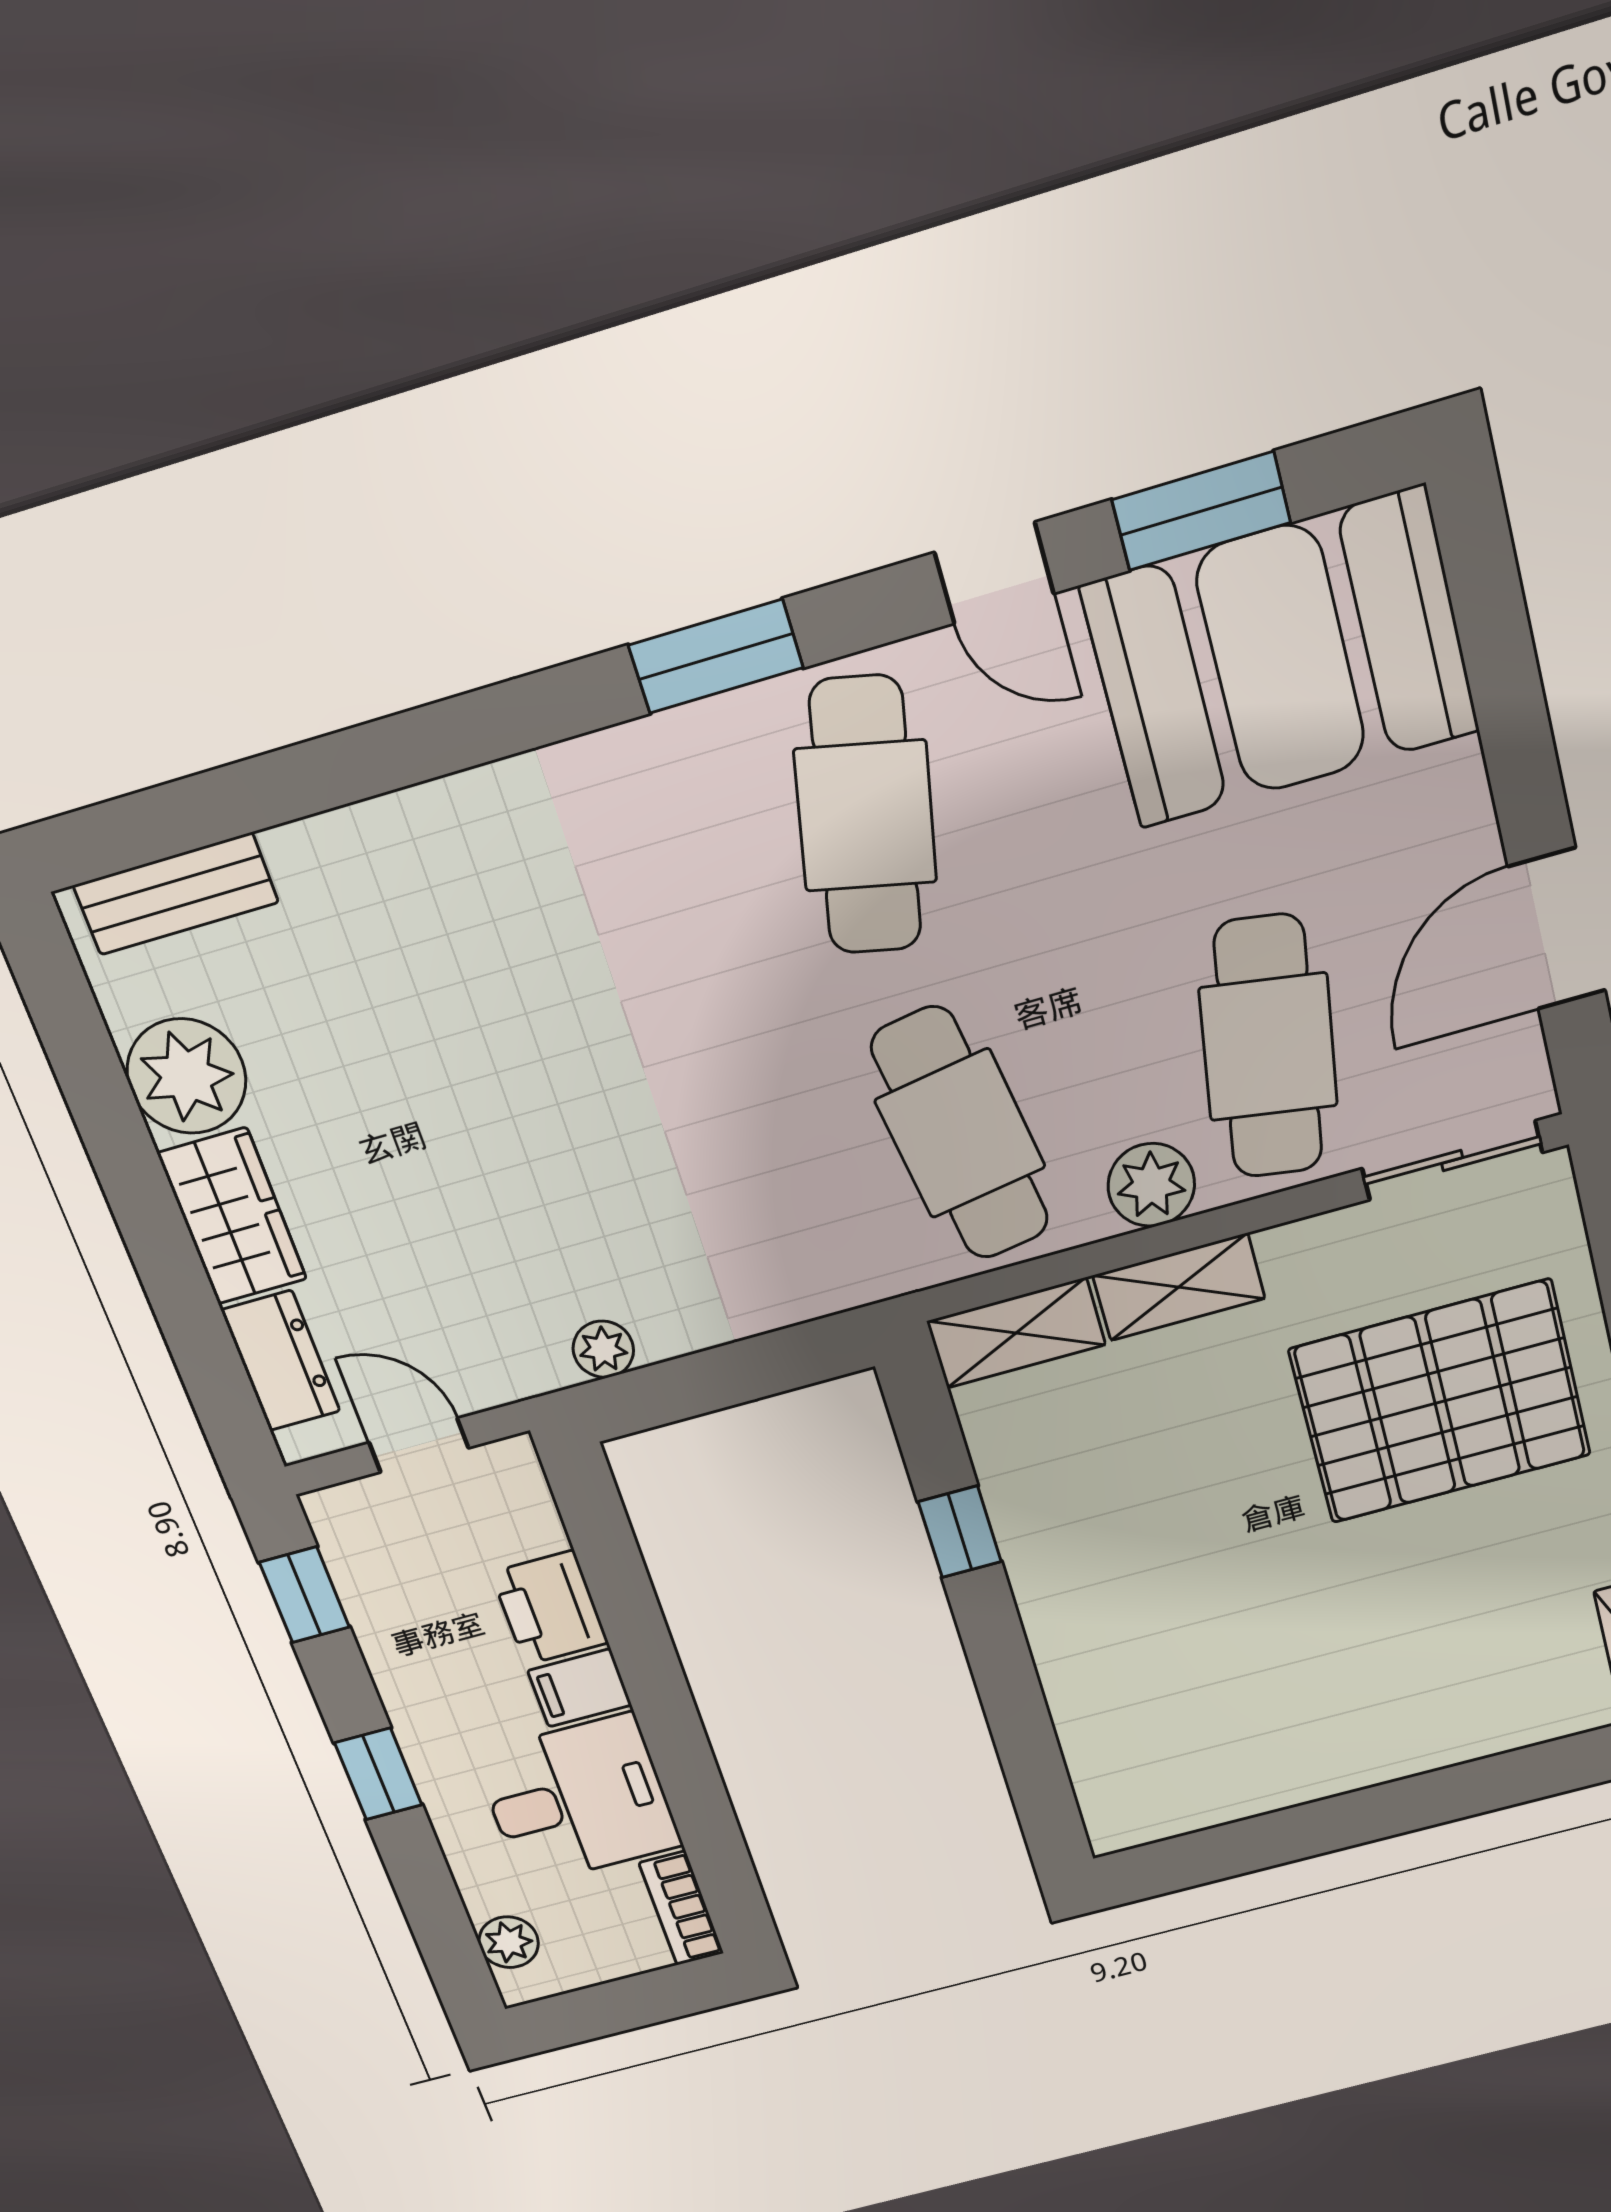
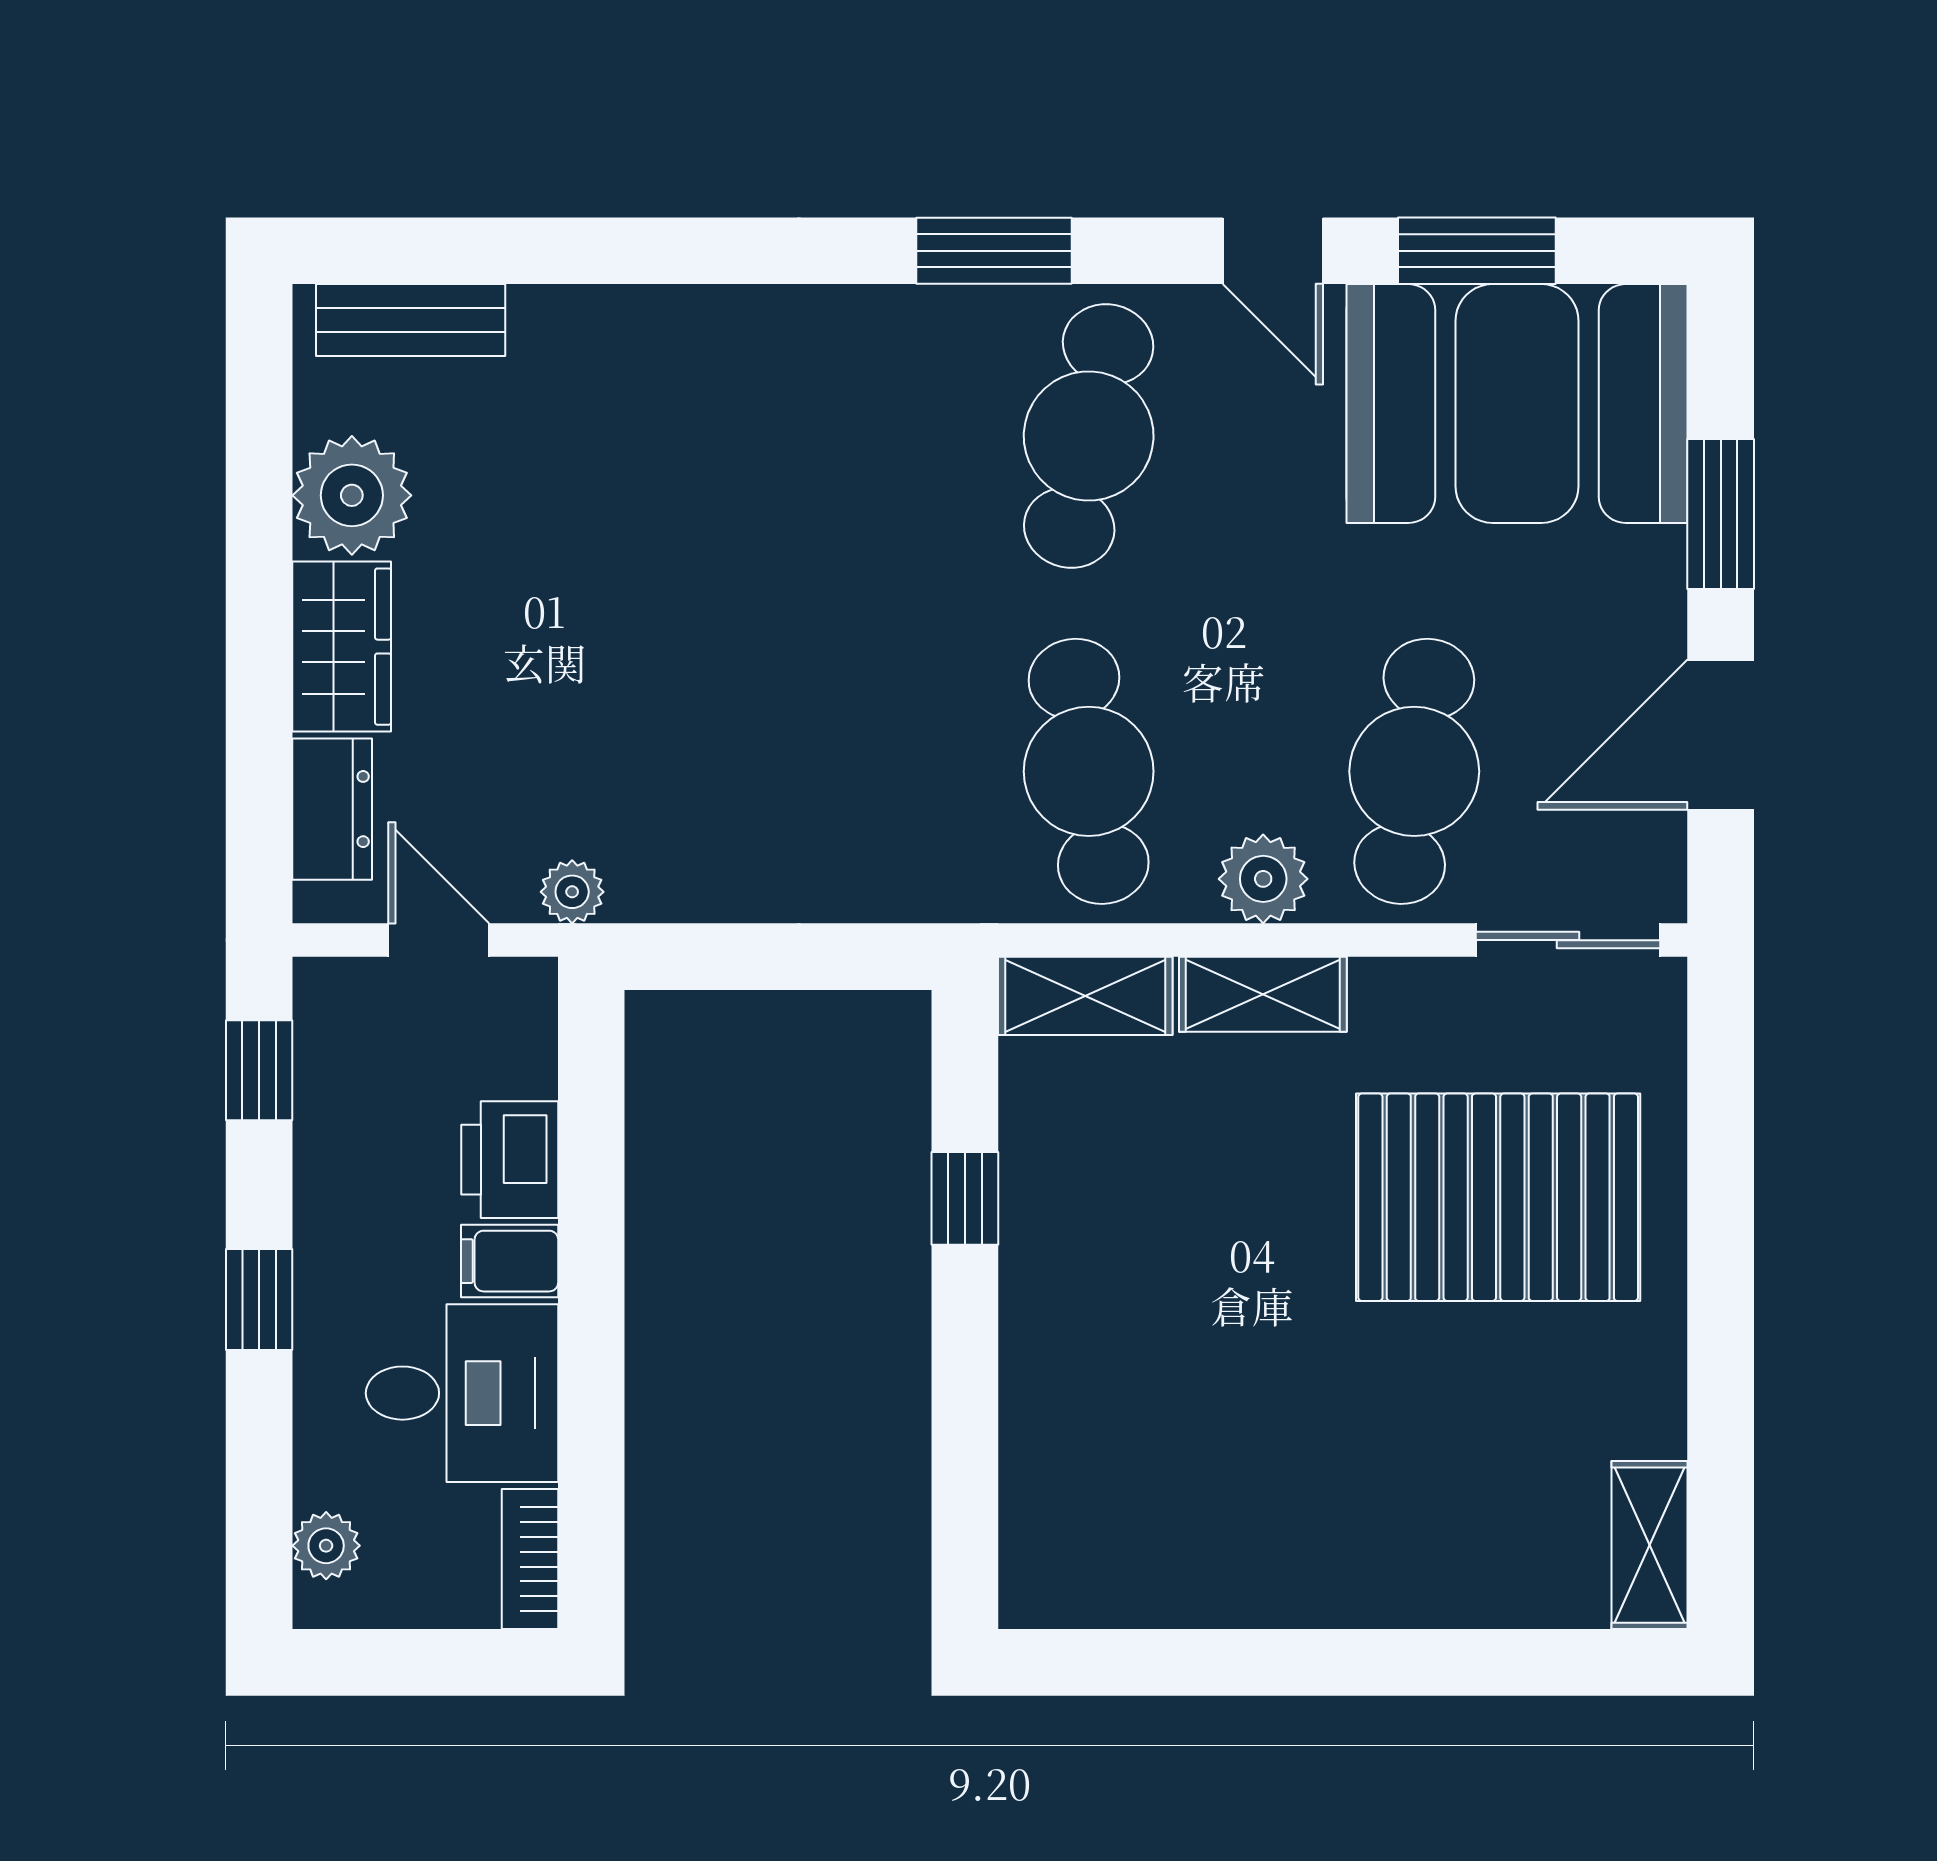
window: (1511, 712) -> (1721, 514), added
plant: (603, 1349) -> (572, 892), moved

